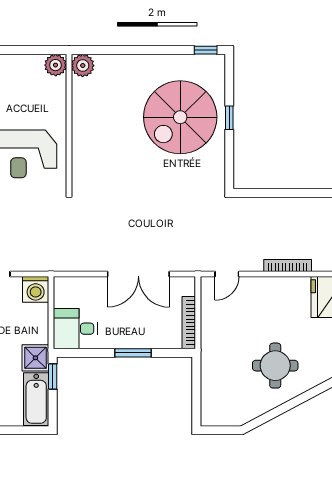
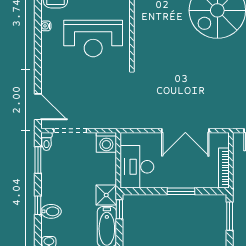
desk: (75, 329) -> (137, 167), width x1.37
window: (196, 385) -> (230, 216), added

